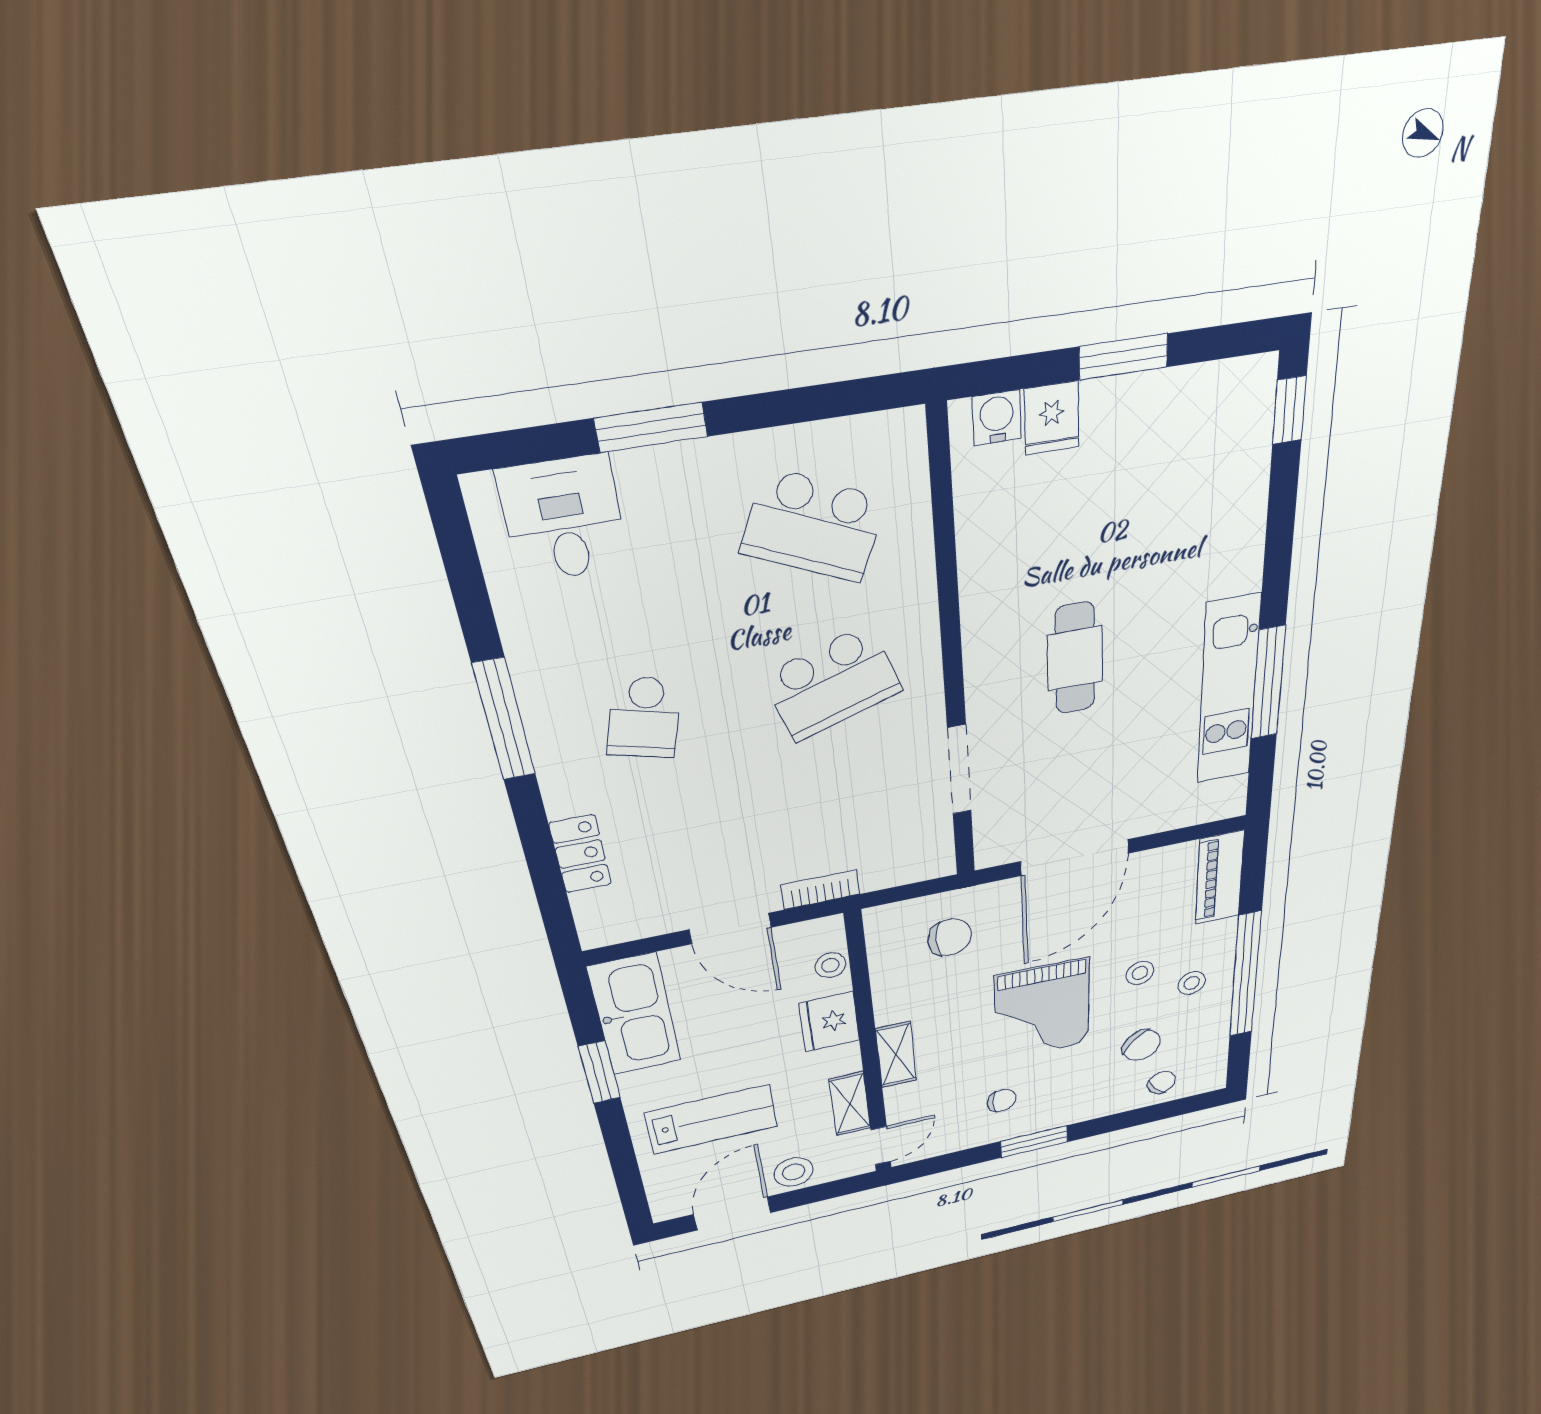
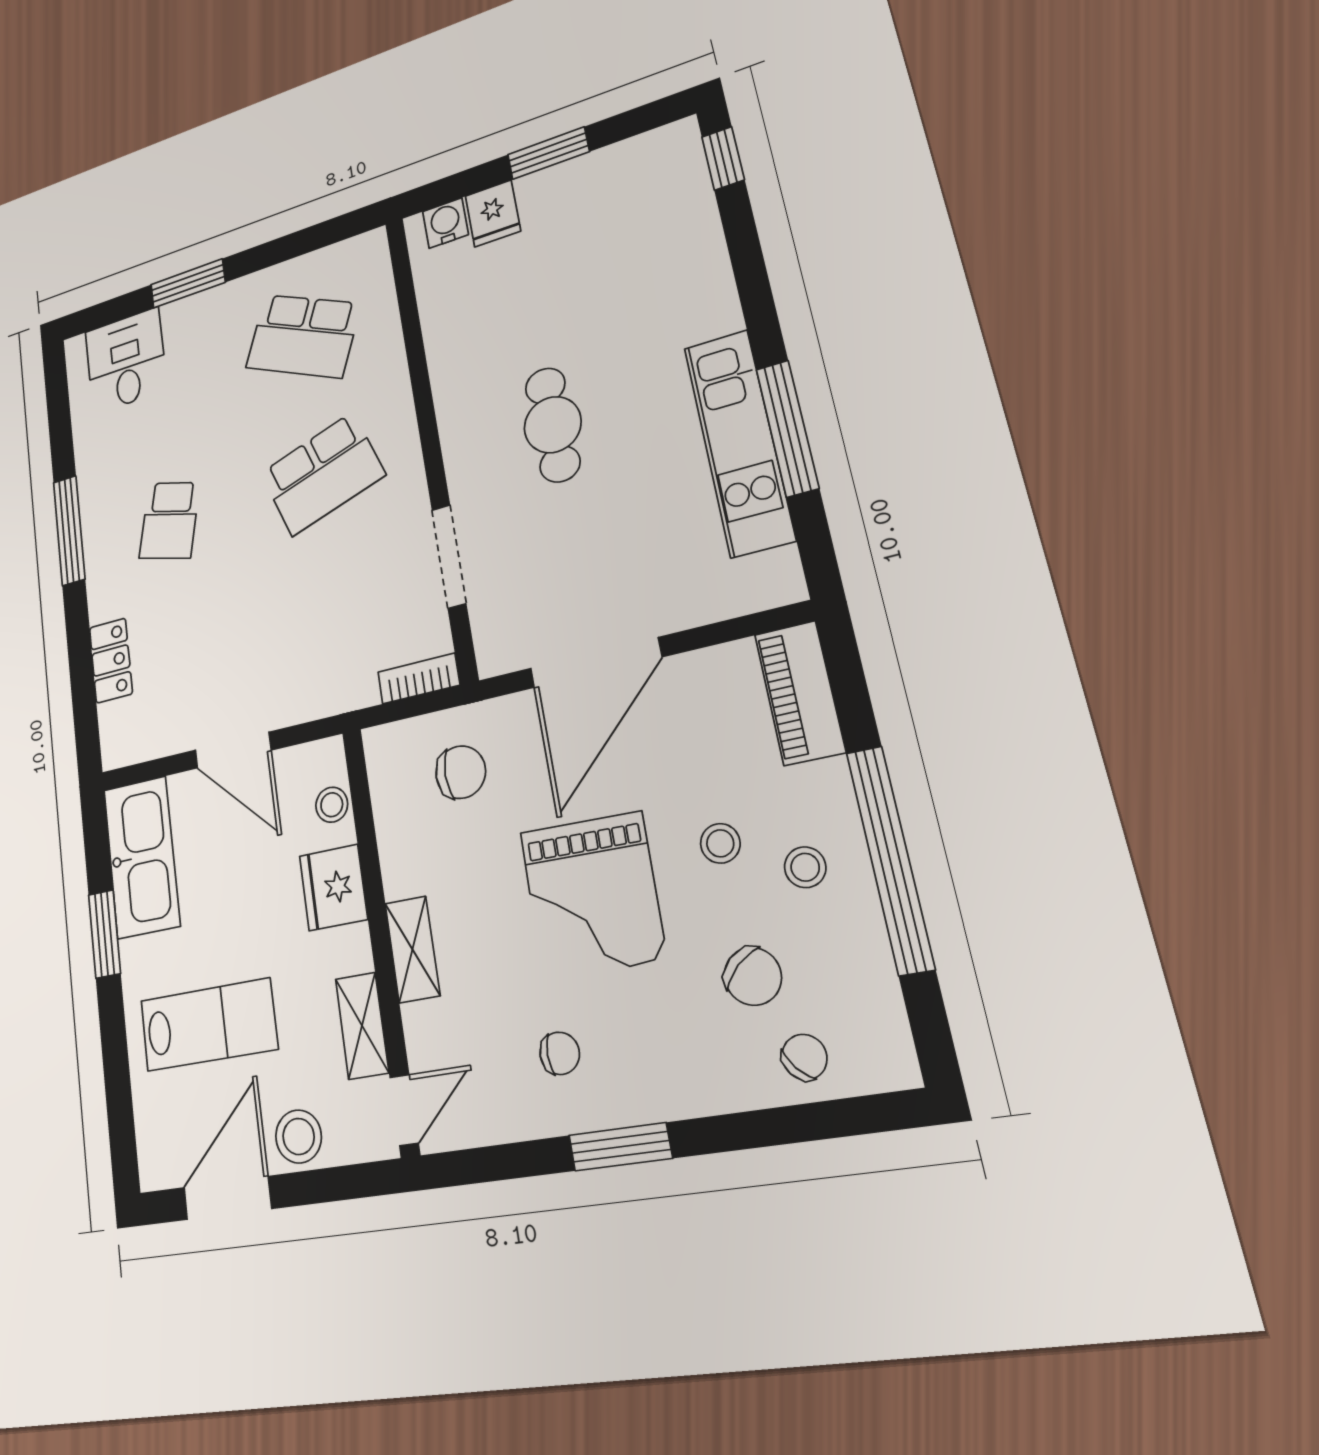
bookcase: (820, 890) -> (419, 679), moved

